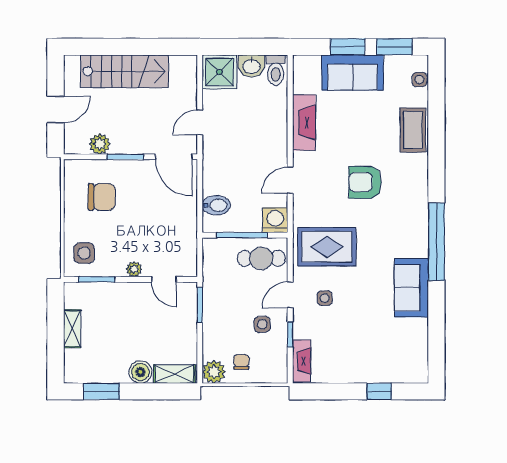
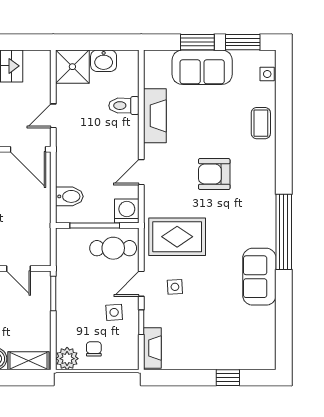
toilet: (276, 70) -> (124, 106), moved, turned 90
coffee table: (413, 130) -> (261, 123), width x0.73, depth x0.77

